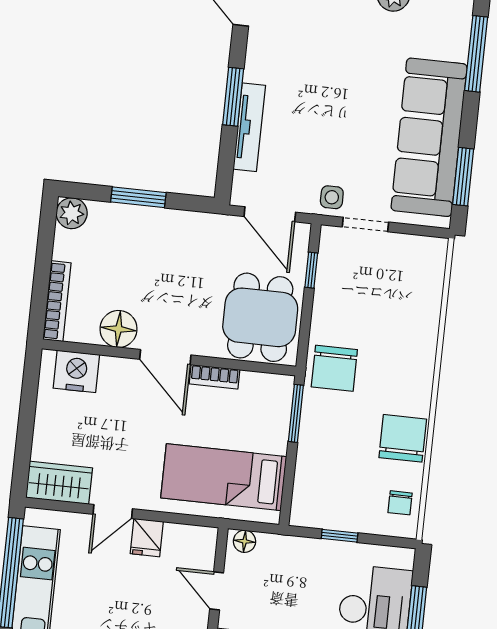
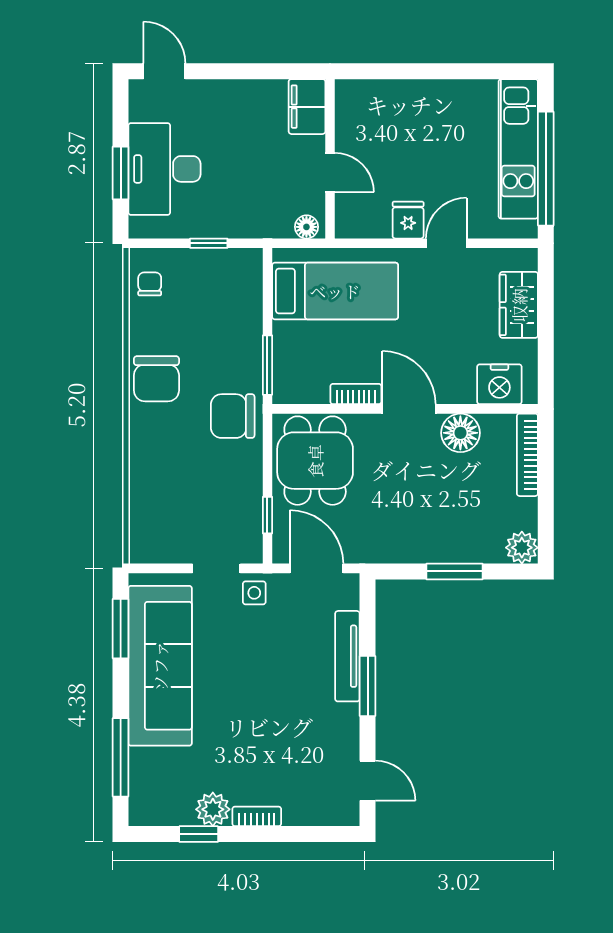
chair: (334, 368) -> (233, 416), turned -90
chair: (403, 438) -> (156, 379), moved
wardrobe: (59, 483) -> (519, 305), moved, turned 90

